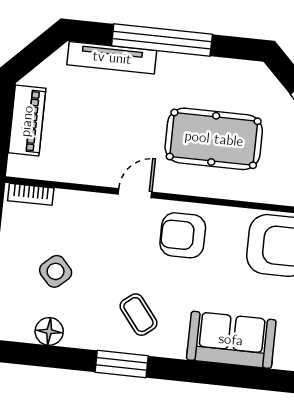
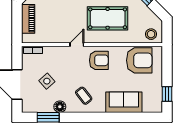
armchair: (183, 235) -> (99, 60), turned 180
floor lamp: (49, 331) -> (60, 107), moved
window: (122, 364) -> (48, 117), moved

